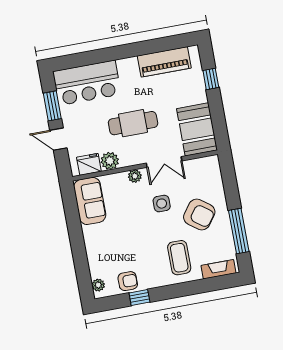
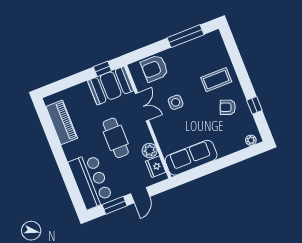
window: (211, 79) -> (102, 69), moved
plant: (135, 176) -> (158, 128), removed
sofa: (90, 201) -> (191, 158), width x1.36
armchair: (199, 215) -> (154, 68), moved, turned -127
fireplace: (219, 269) -> (219, 46), removed
armchair: (128, 281) -> (228, 107), moved, turned -69

